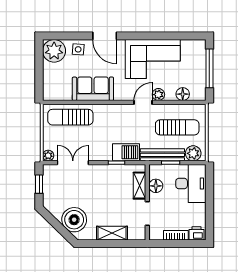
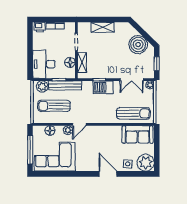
corner sofa: (153, 59) -> (55, 157), moved
sofa: (93, 89) -> (137, 134), moved
barbecue: (126, 152) -> (103, 87), moved
boiler: (74, 220) -> (138, 45), moved

